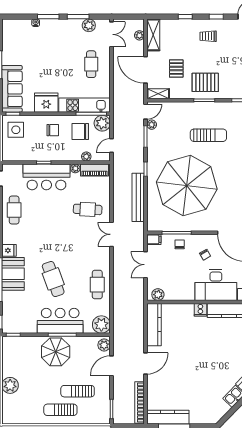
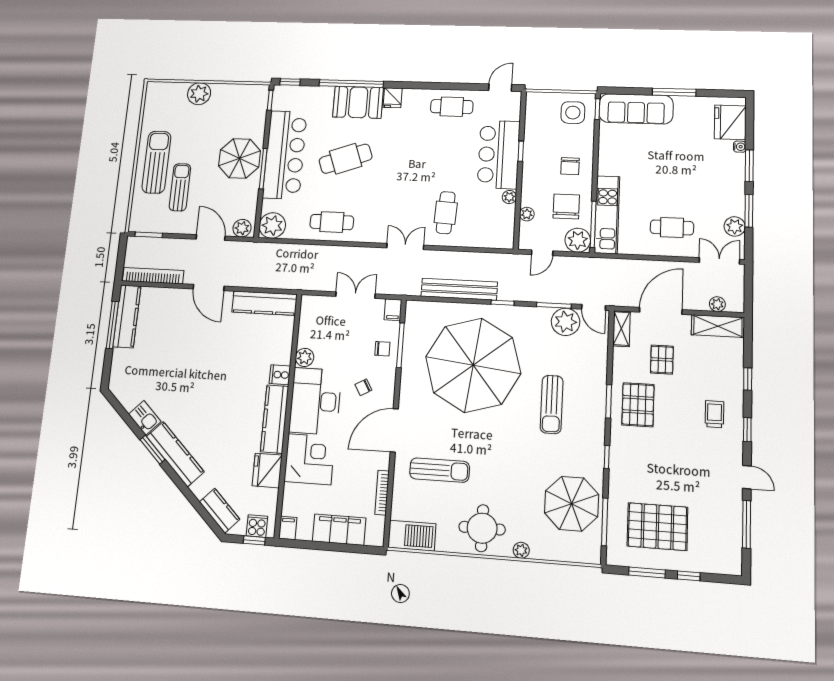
double door: (112, 34) -> (719, 261), swing flipped
pallet: (176, 69) -> (662, 360), turned 90
fridge: (46, 103) -> (730, 122), moved, turned 180
plant: (152, 125) -> (566, 322), width x1.88, depth x1.88
door: (112, 145) -> (542, 253), swing flipped
piano: (94, 170) -> (505, 225), removed
plant: (158, 295) -> (305, 357), moved
bar counter: (60, 321) -> (285, 155), width x1.36
sun lounger: (60, 410) -> (156, 162), width x1.36, depth x1.34

